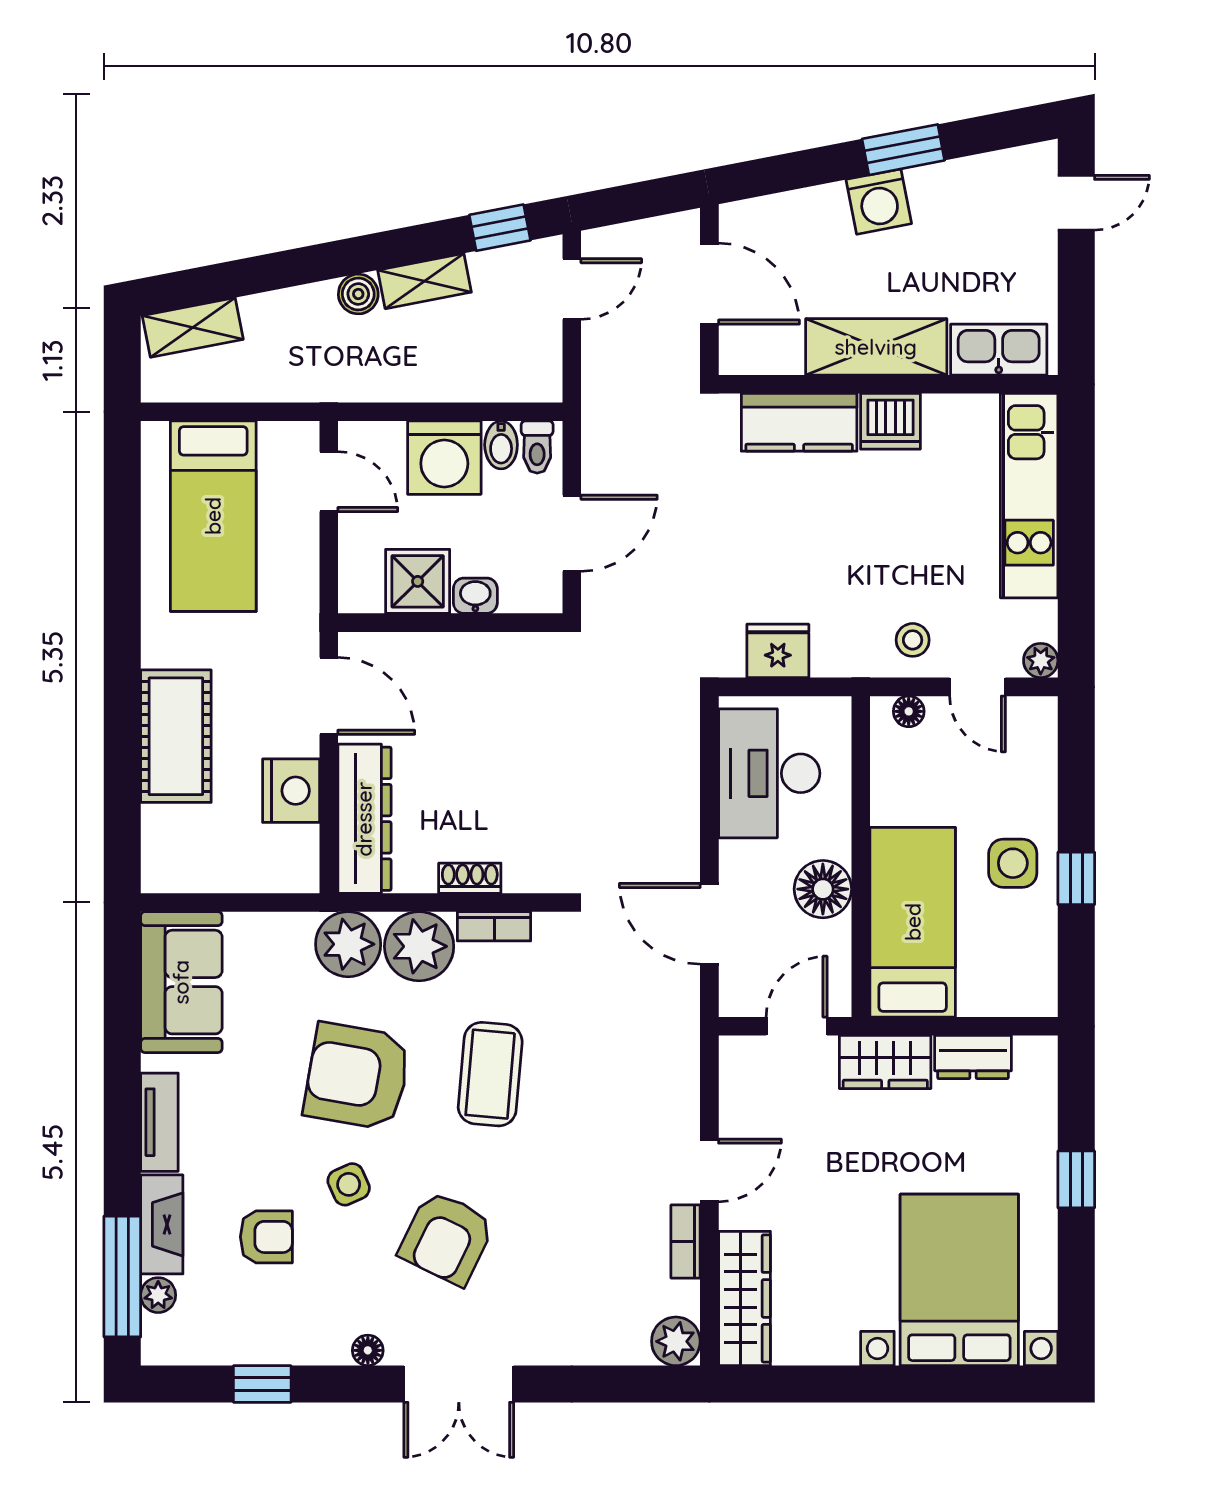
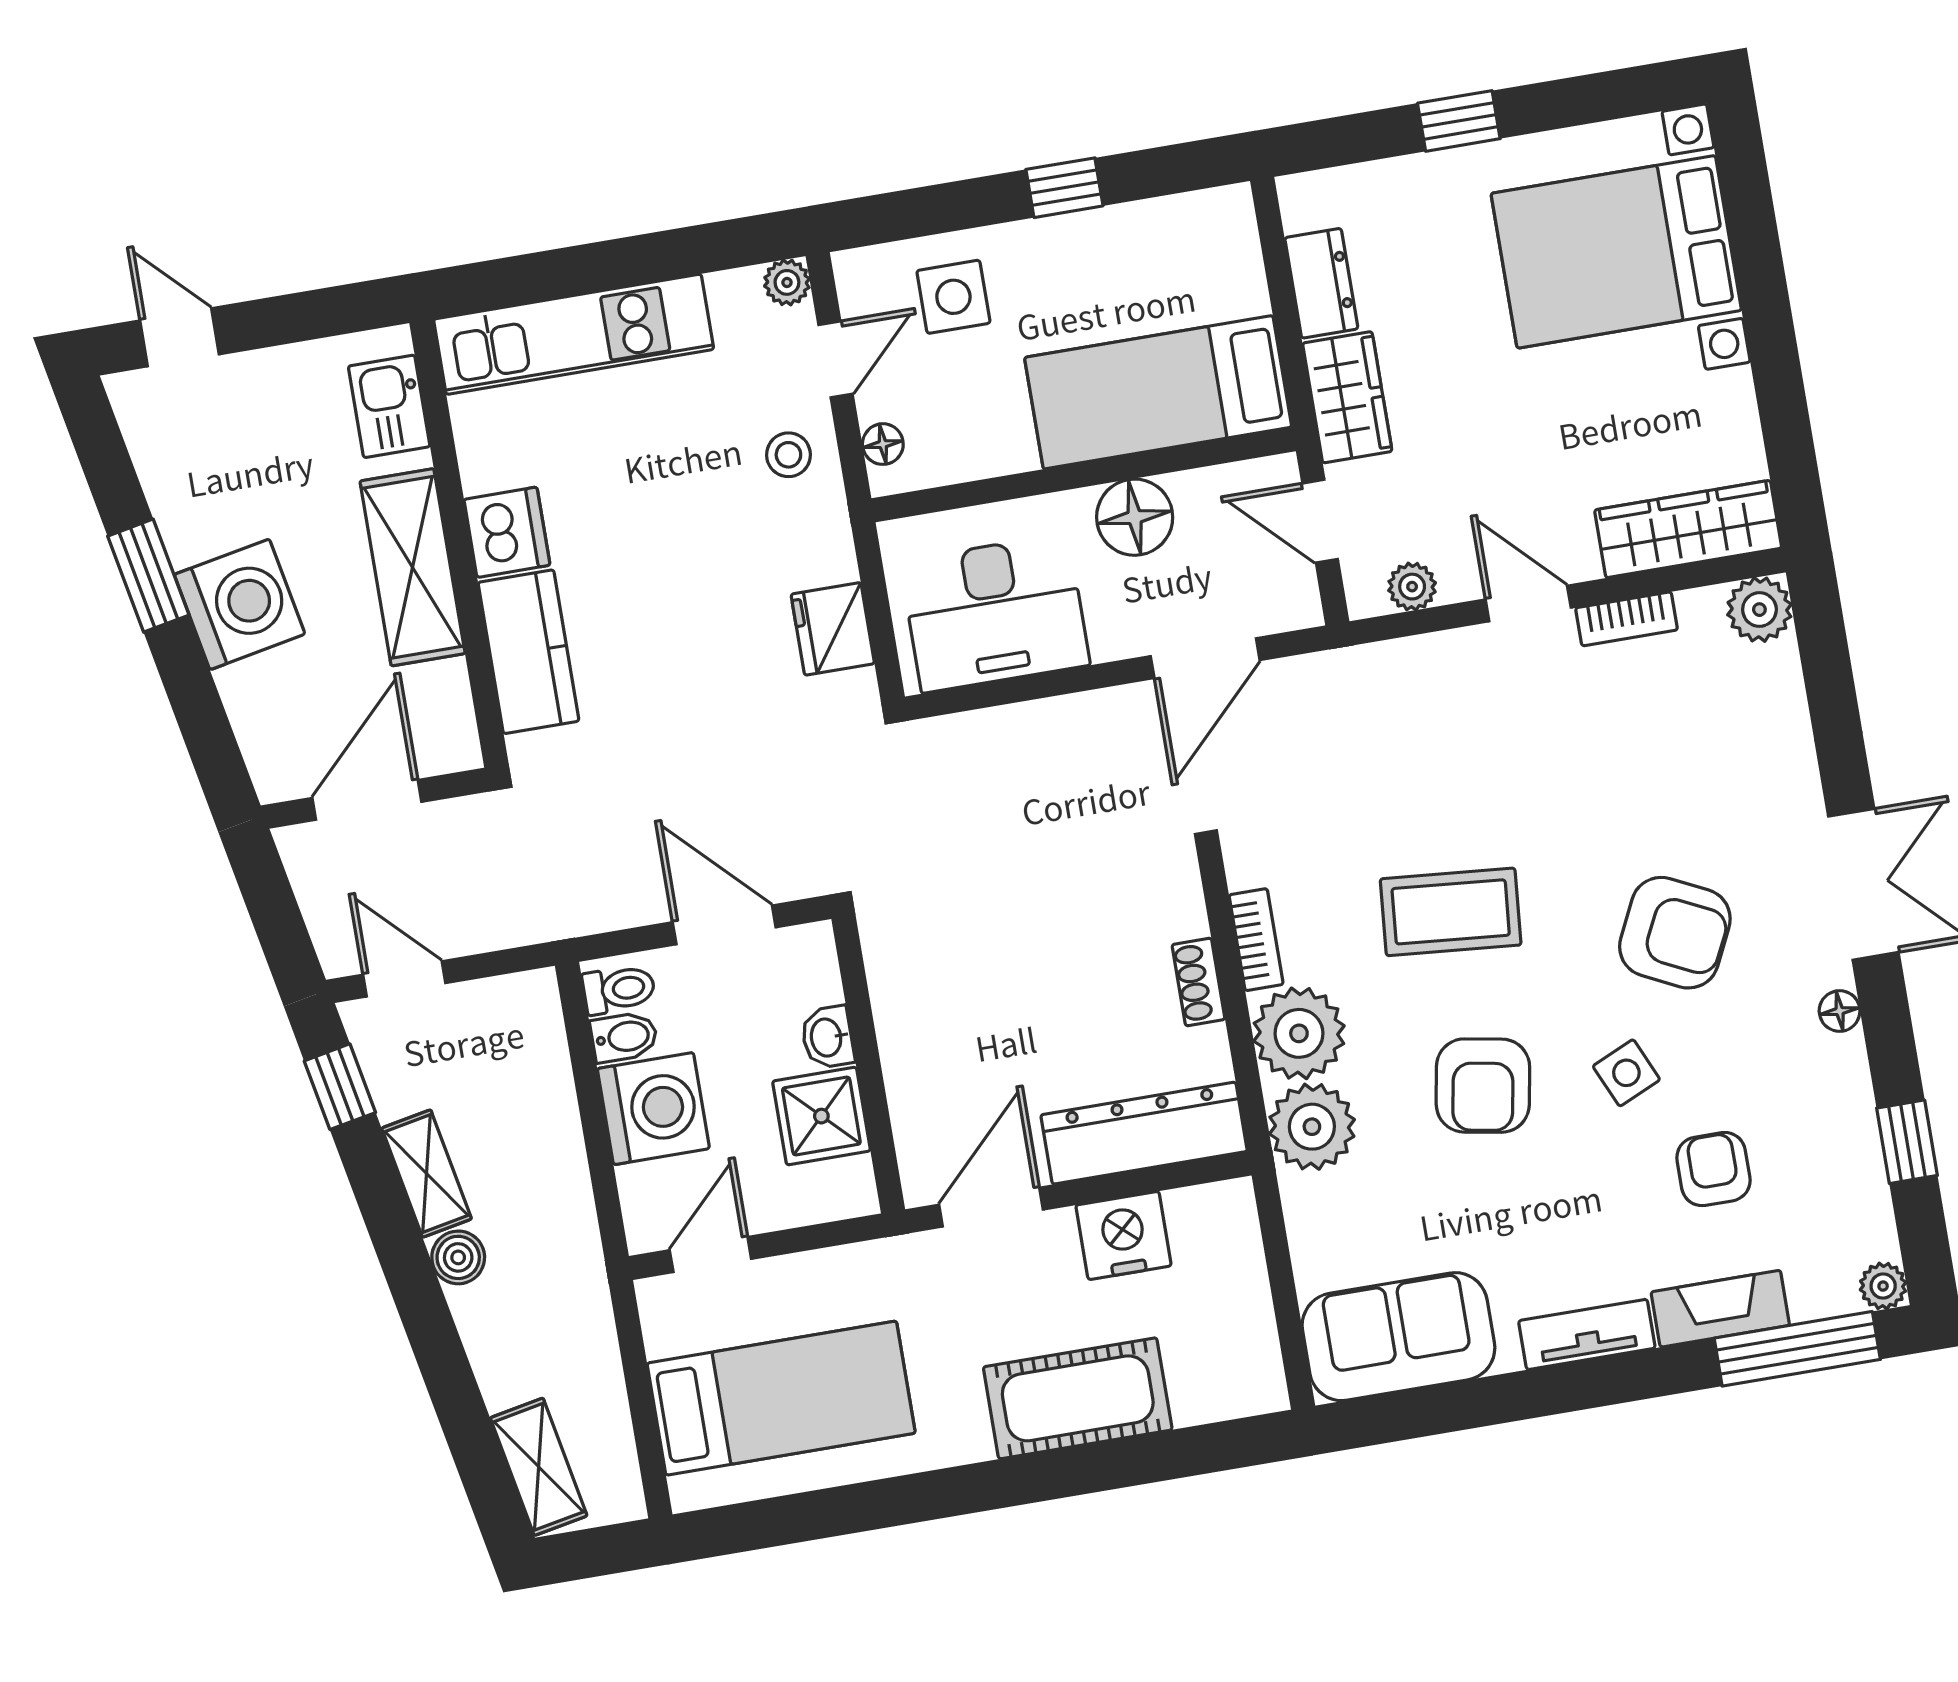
washing machine: (879, 202) -> (240, 604), width x1.37, depth x1.37
kitchen sink: (999, 350) -> (389, 406), width x0.73
side table: (1013, 863) -> (953, 297), moved
armchair: (357, 1076) -> (1483, 1086), width x0.73, depth x0.73
plant: (736, 1086) -> (1412, 587), added
plant: (158, 1295) -> (1883, 1286), moved

